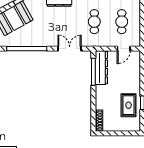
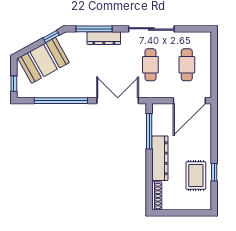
double door: (70, 49) -> (118, 101), width x1.37
door: (124, 49) -> (189, 101), width x1.88
dresser: (101, 68) -> (160, 158), moved

